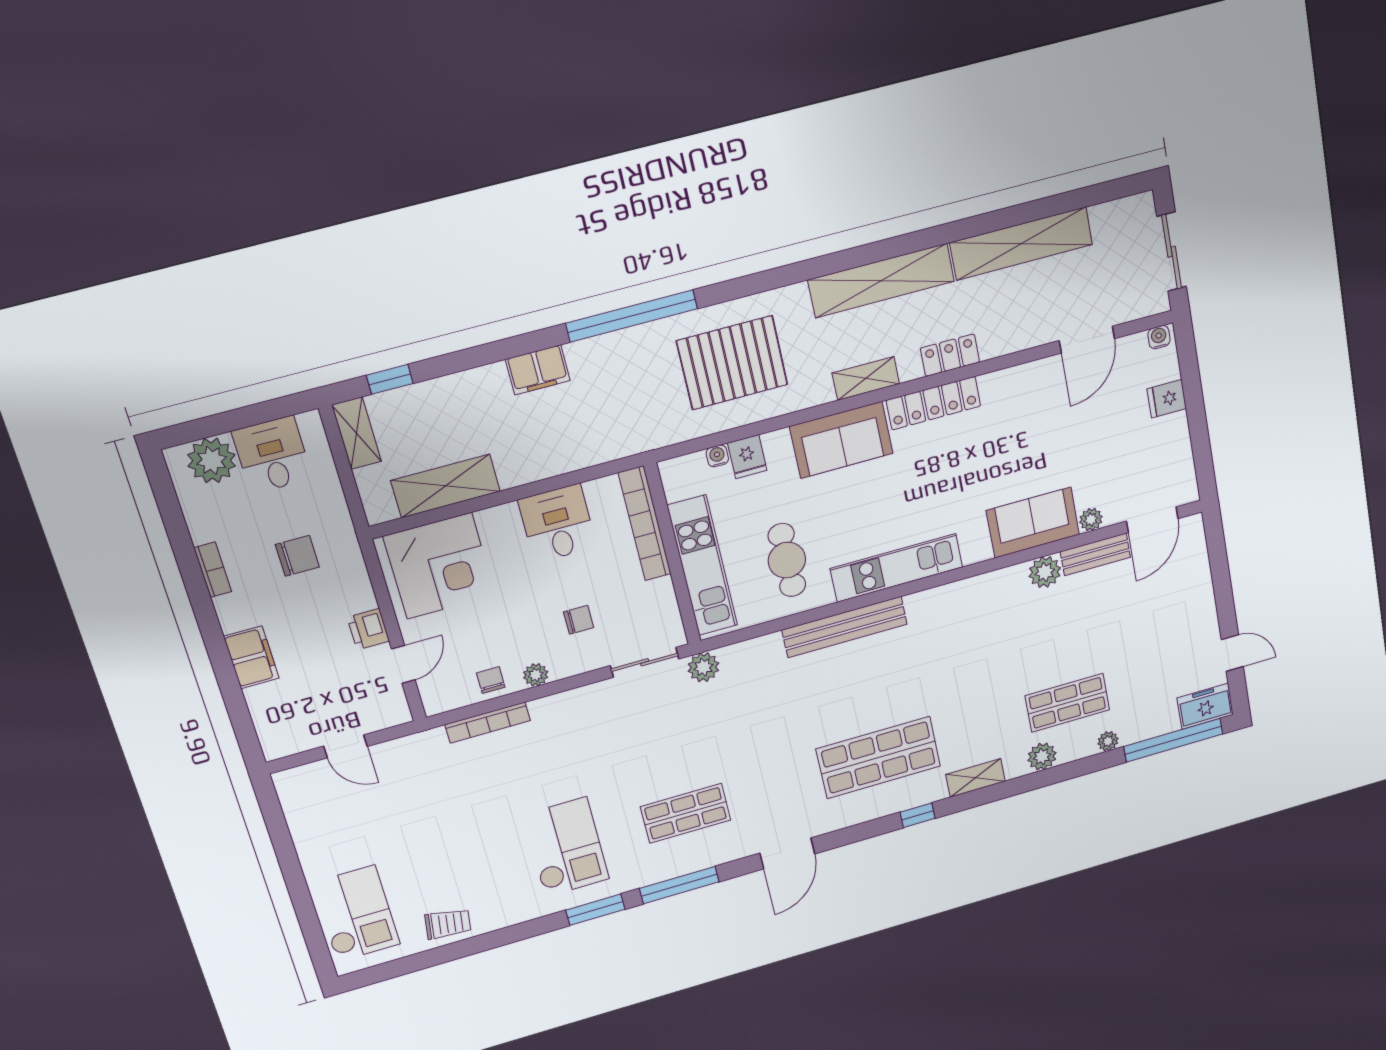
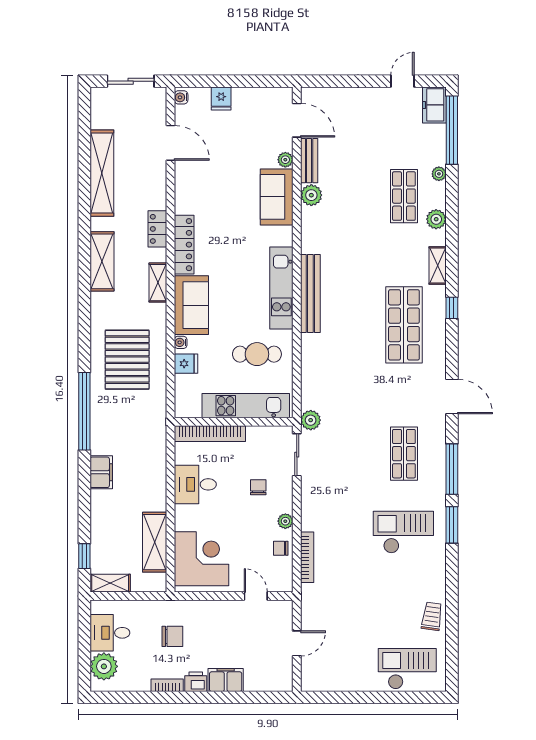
shelving: (881, 281) -> (102, 261), width x0.68
water cooler: (717, 456) -> (181, 342), moved
chair: (297, 556) -> (172, 636), turned 90
bench: (845, 627) -> (310, 293), moved
printer: (368, 629) -> (196, 682), moved, turned 180

